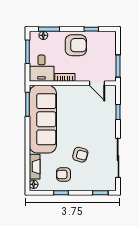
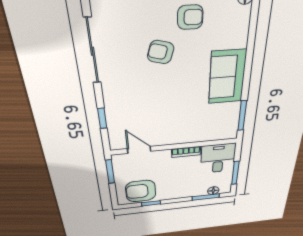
armchair: (76, 45) -> (141, 191), moved
sofa: (43, 119) -> (227, 77), width x0.54, depth x0.79
fireplace: (35, 167) -> (240, 28), removed

